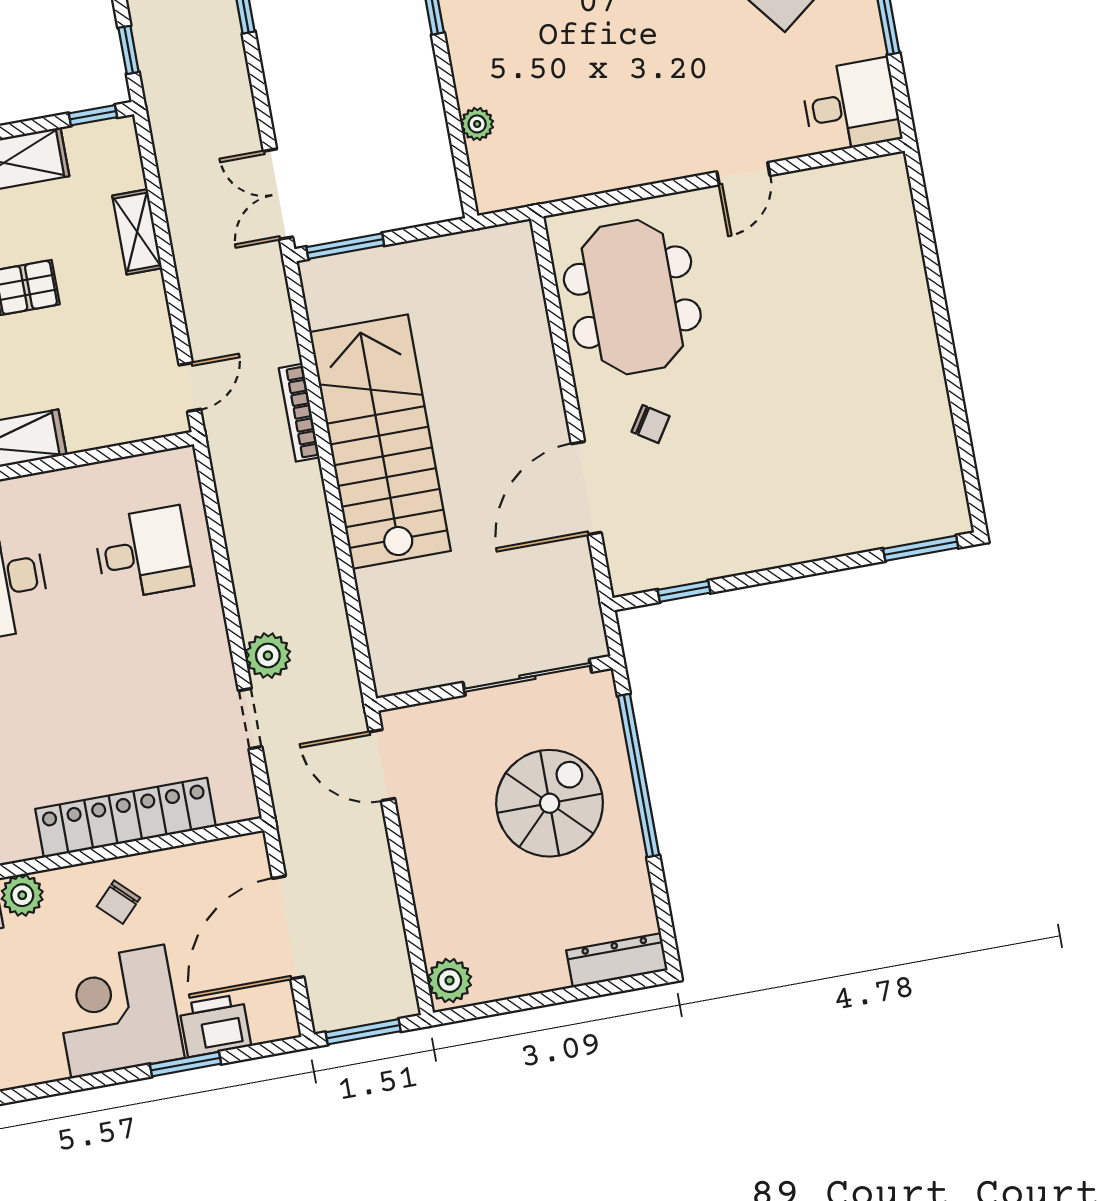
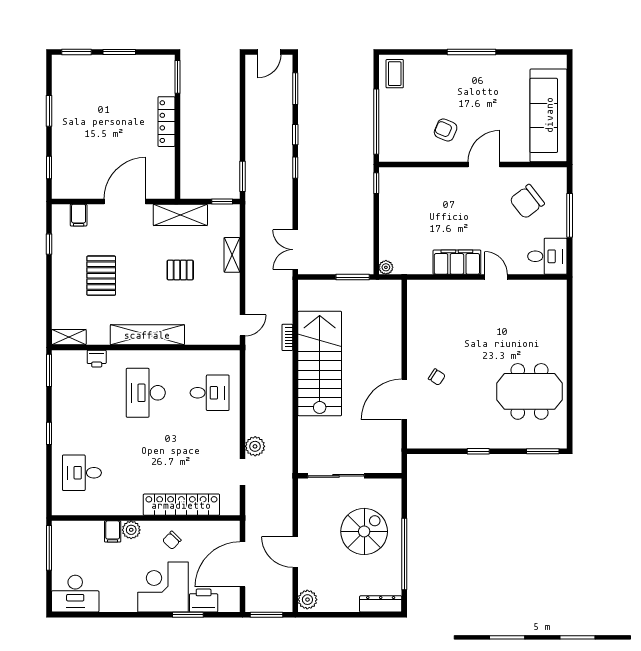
window: (129, 50) -> (242, 176), width x1.50
plant: (477, 124) -> (386, 267), moved
filing cabinet: (649, 156) -> (457, 262), added
door: (743, 174) -> (496, 277), swing flipped
window: (345, 246) -> (353, 277), moved
meeting table: (632, 297) -> (529, 391), moved, turned 90
bookcase: (299, 413) -> (287, 337), width x0.64
window: (684, 591) -> (478, 451), moved
sliding door: (527, 677) -> (336, 476), moved
door: (382, 765) -> (295, 552), moved
window: (638, 775) -> (404, 554), moved

